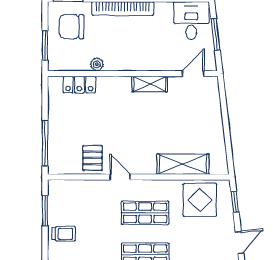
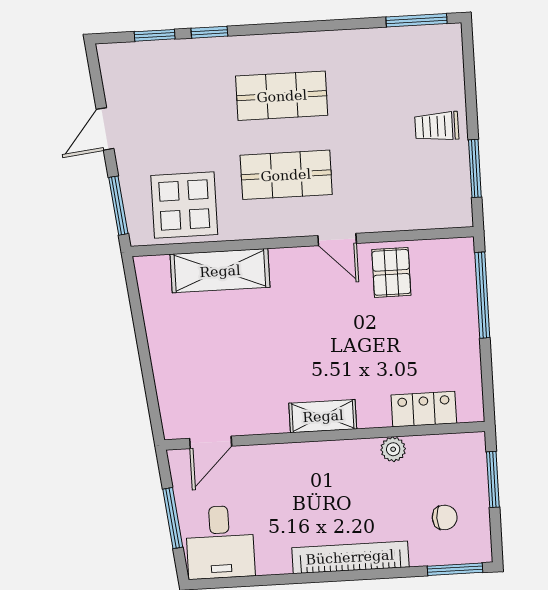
chair: (72, 27) -> (445, 517), width x0.54, depth x0.54
shelving: (150, 84) -> (323, 416), moved
window: (235, 202) -> (118, 206), width x1.50

